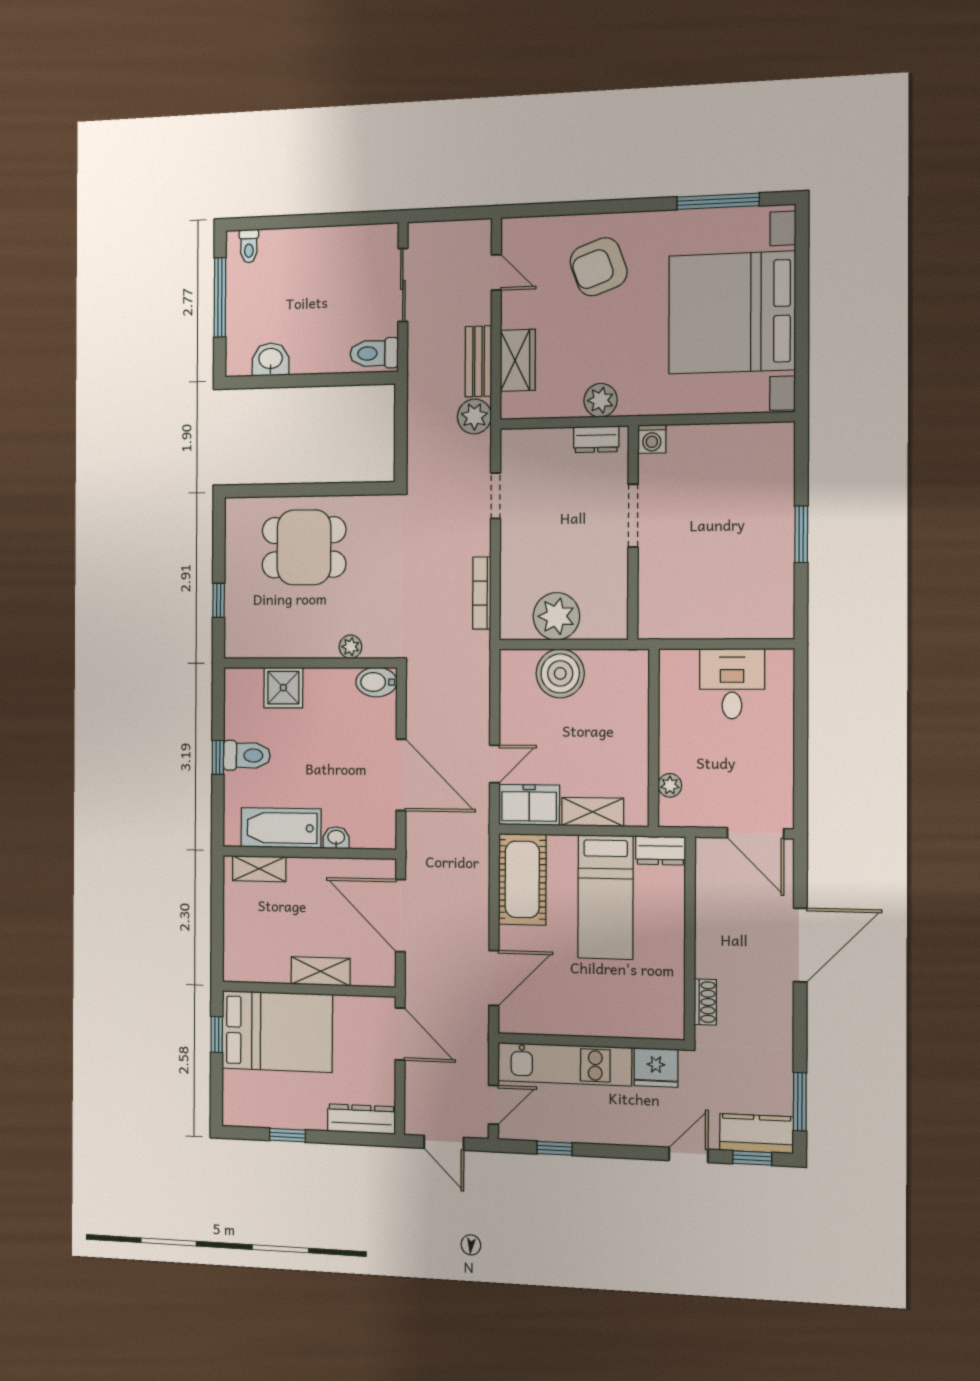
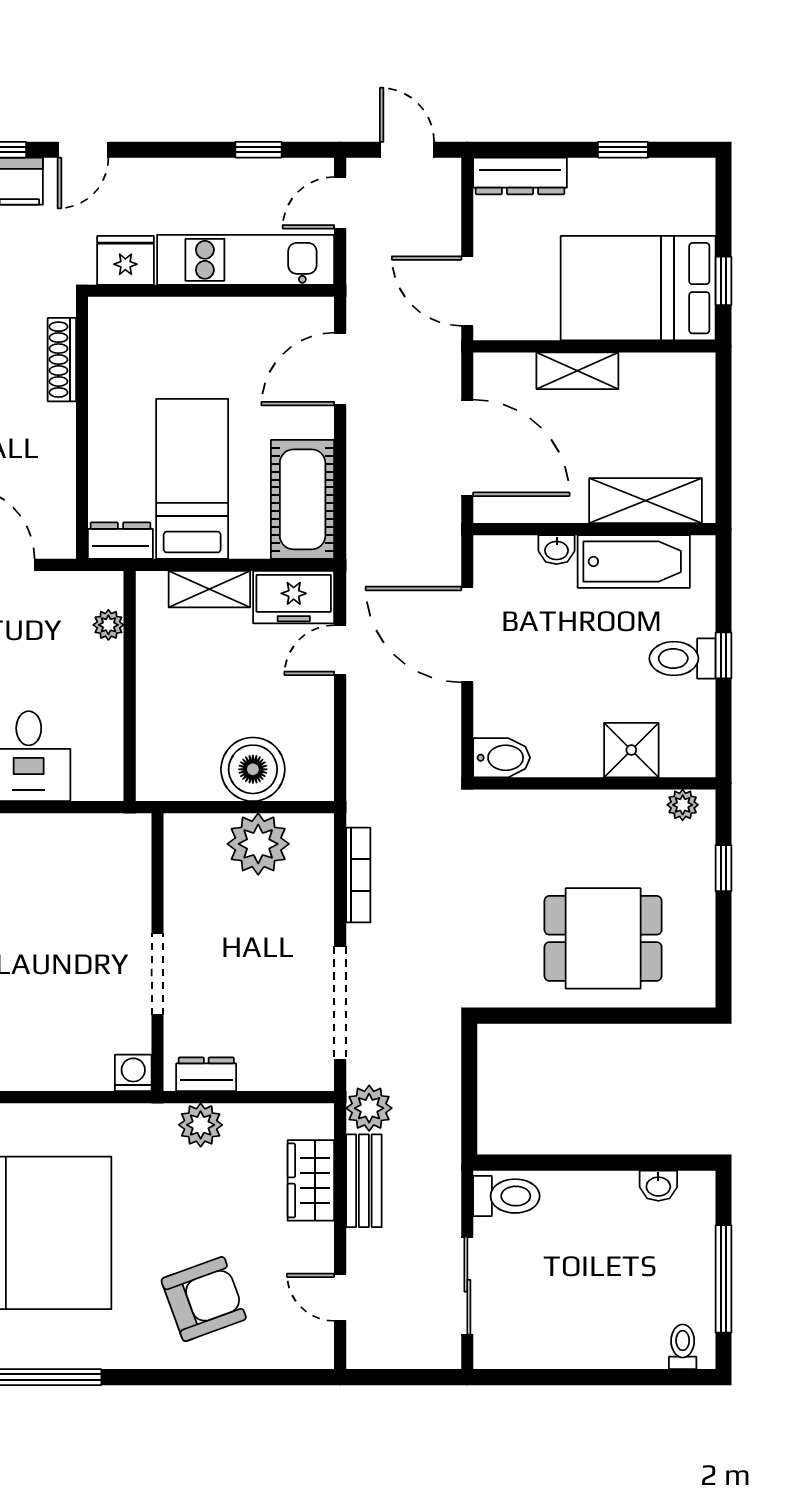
washbasin: (271, 359) -> (658, 1186), width x0.72, depth x0.69
doorway: (496, 496) -> (340, 1003), width x1.87
plant: (350, 647) -> (683, 805), moved
shelving: (259, 869) -> (646, 501), width x1.50, depth x1.33
shoe rack: (705, 1002) -> (62, 360), width x1.43

